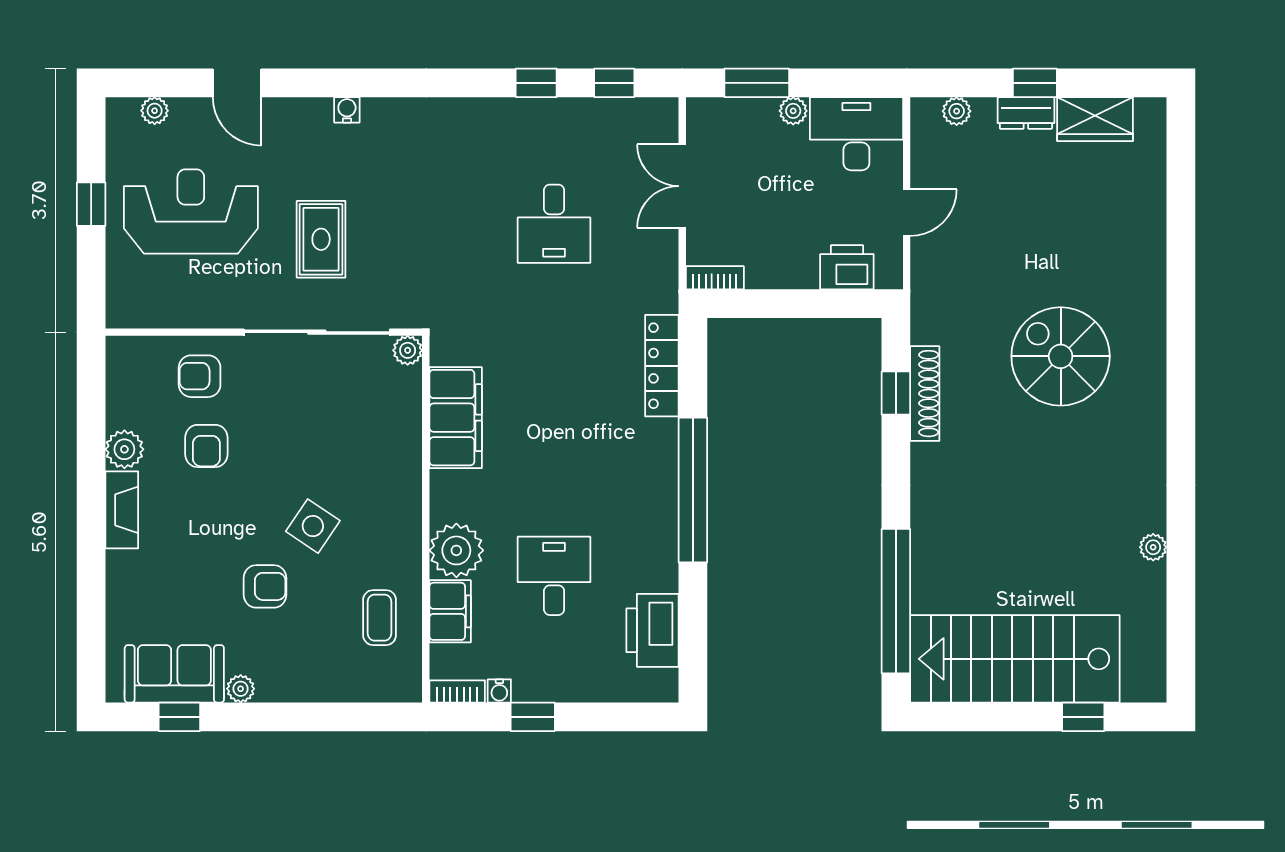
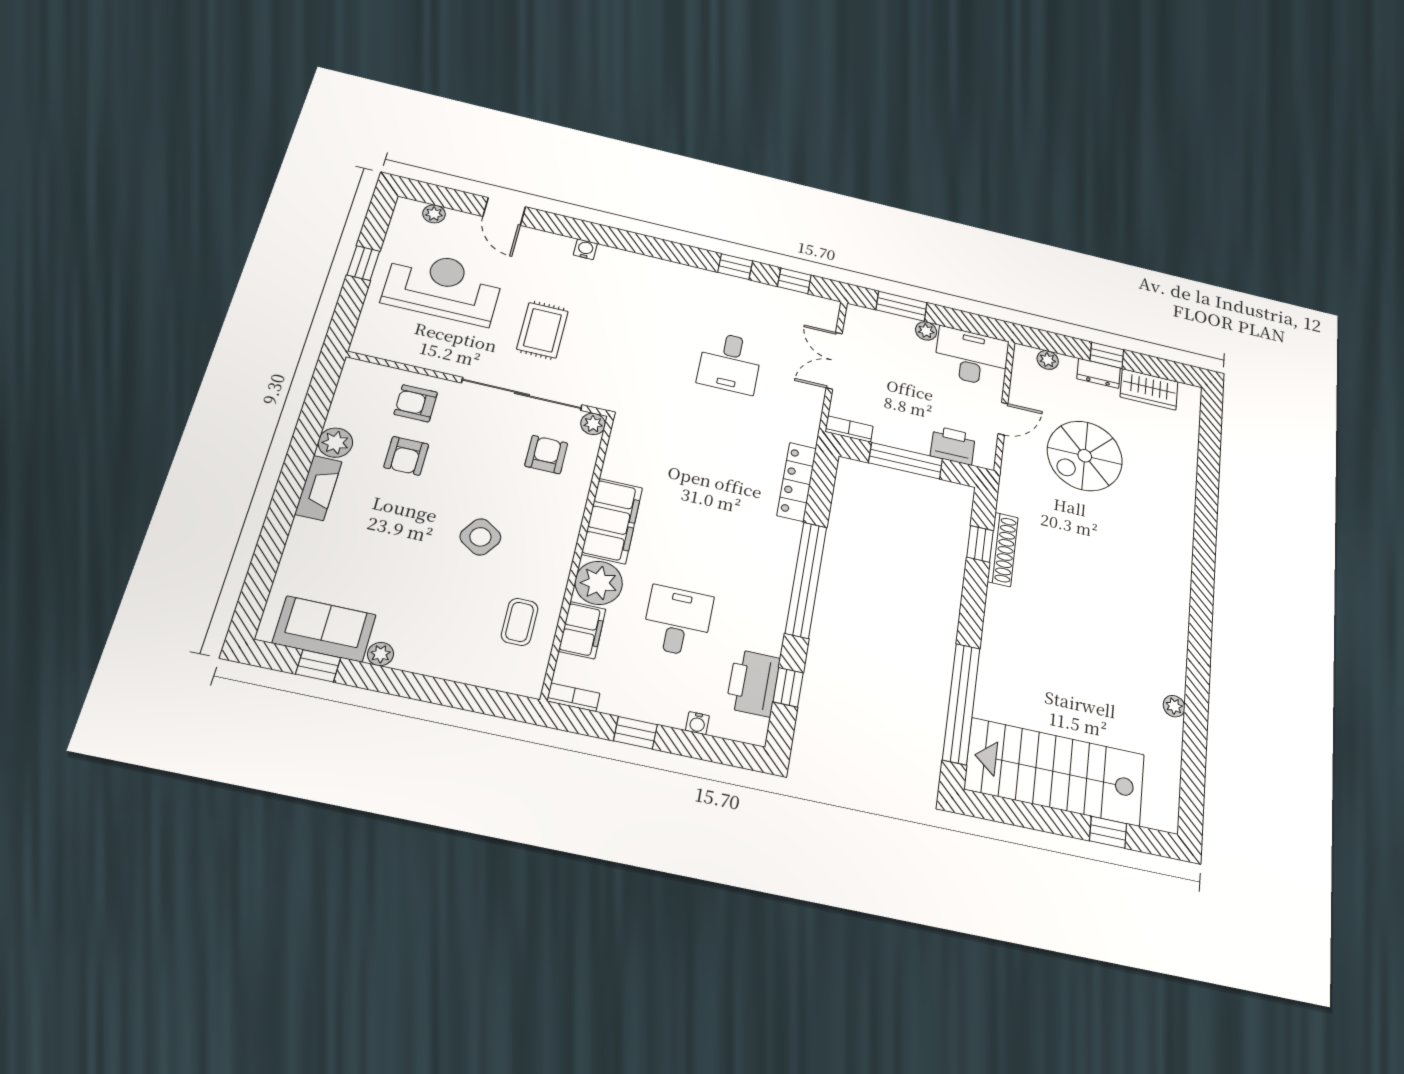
window: (791, 304) -> (906, 461), added
spiral stairs: (1061, 356) -> (1085, 456), moved, turned -90
filing cabinet: (456, 418) -> (612, 521), moved
armchair: (265, 586) -> (546, 455), moved, turned -90
window: (693, 626) -> (788, 687), added
water cooler: (499, 691) -> (697, 723), moved

